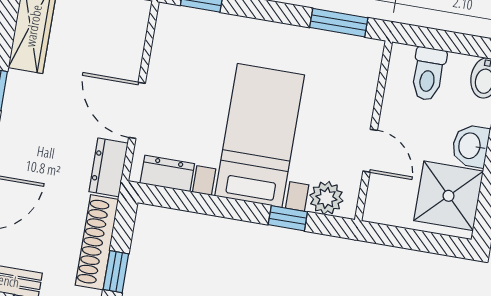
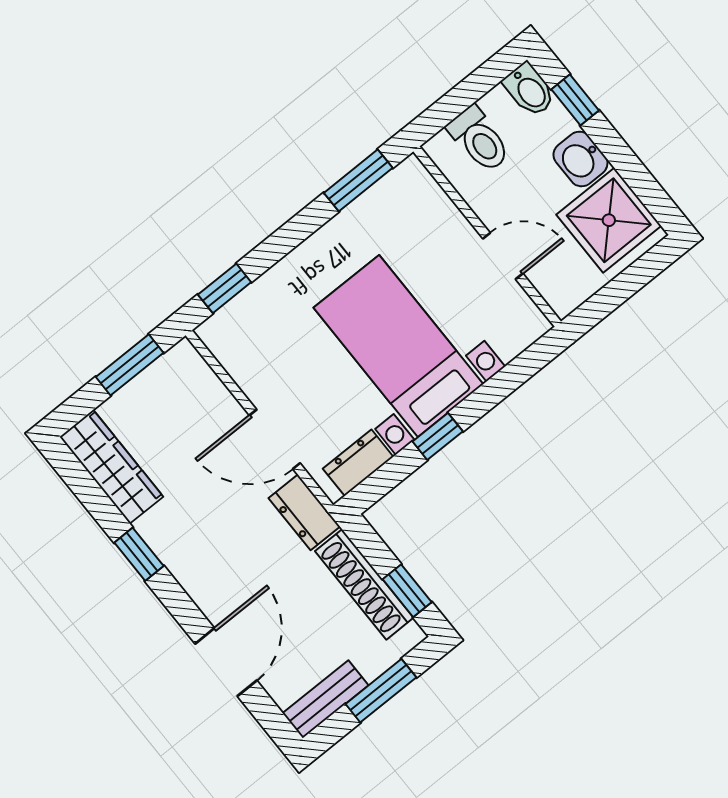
plant: (326, 198) -> (511, 335), removed
window: (288, 218) -> (438, 436), moved

